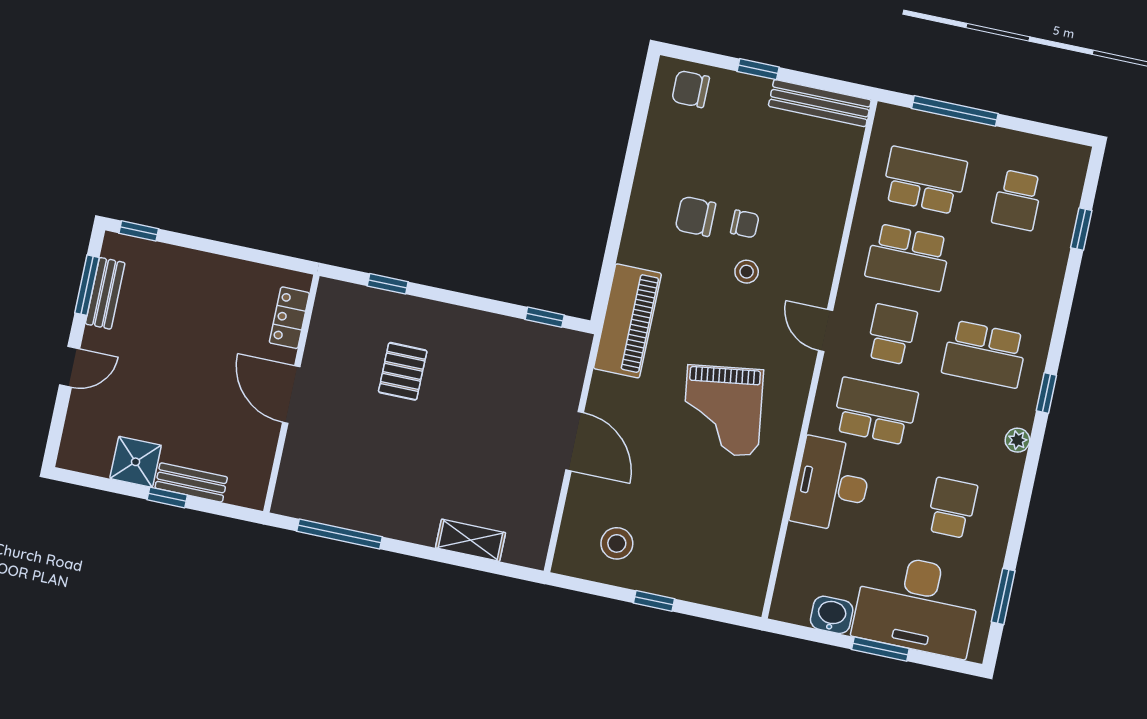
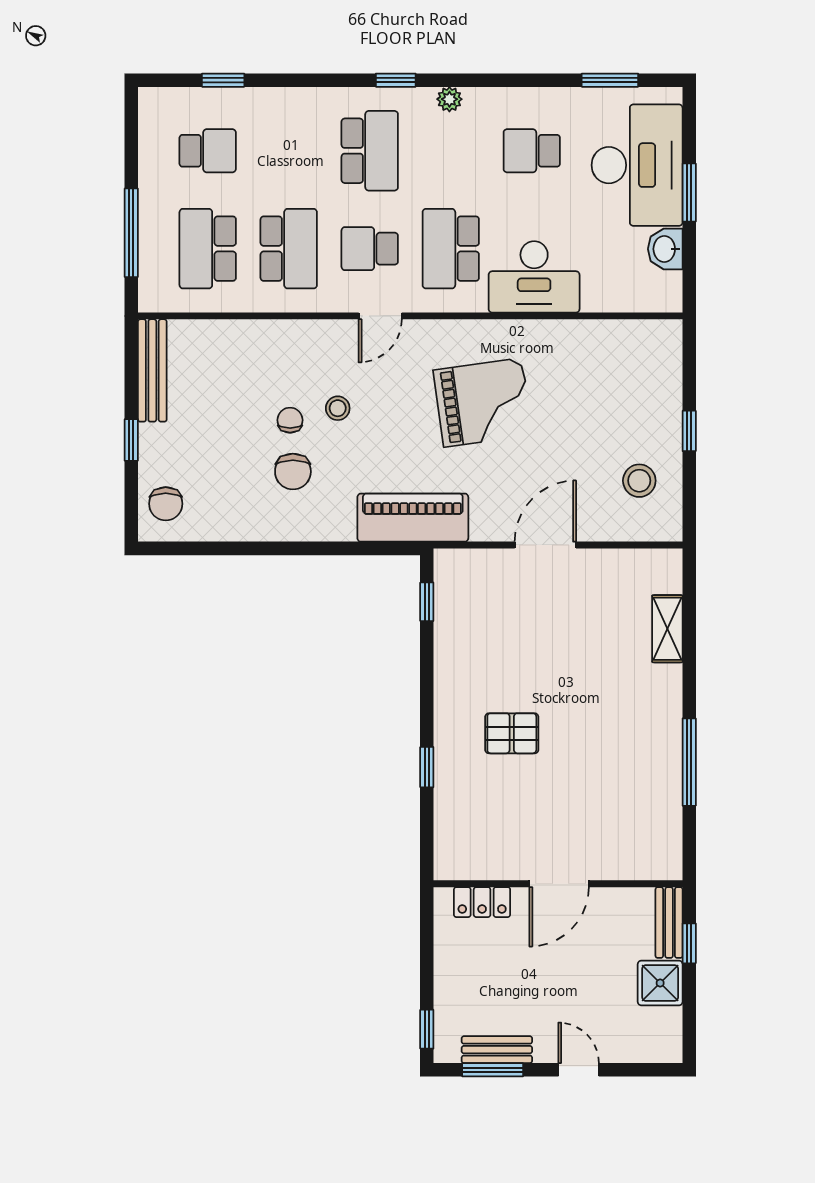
locker: (289, 318) -> (482, 902), moved
wall: (291, 394) -> (558, 884), moved
door: (291, 395) -> (559, 884), moved

